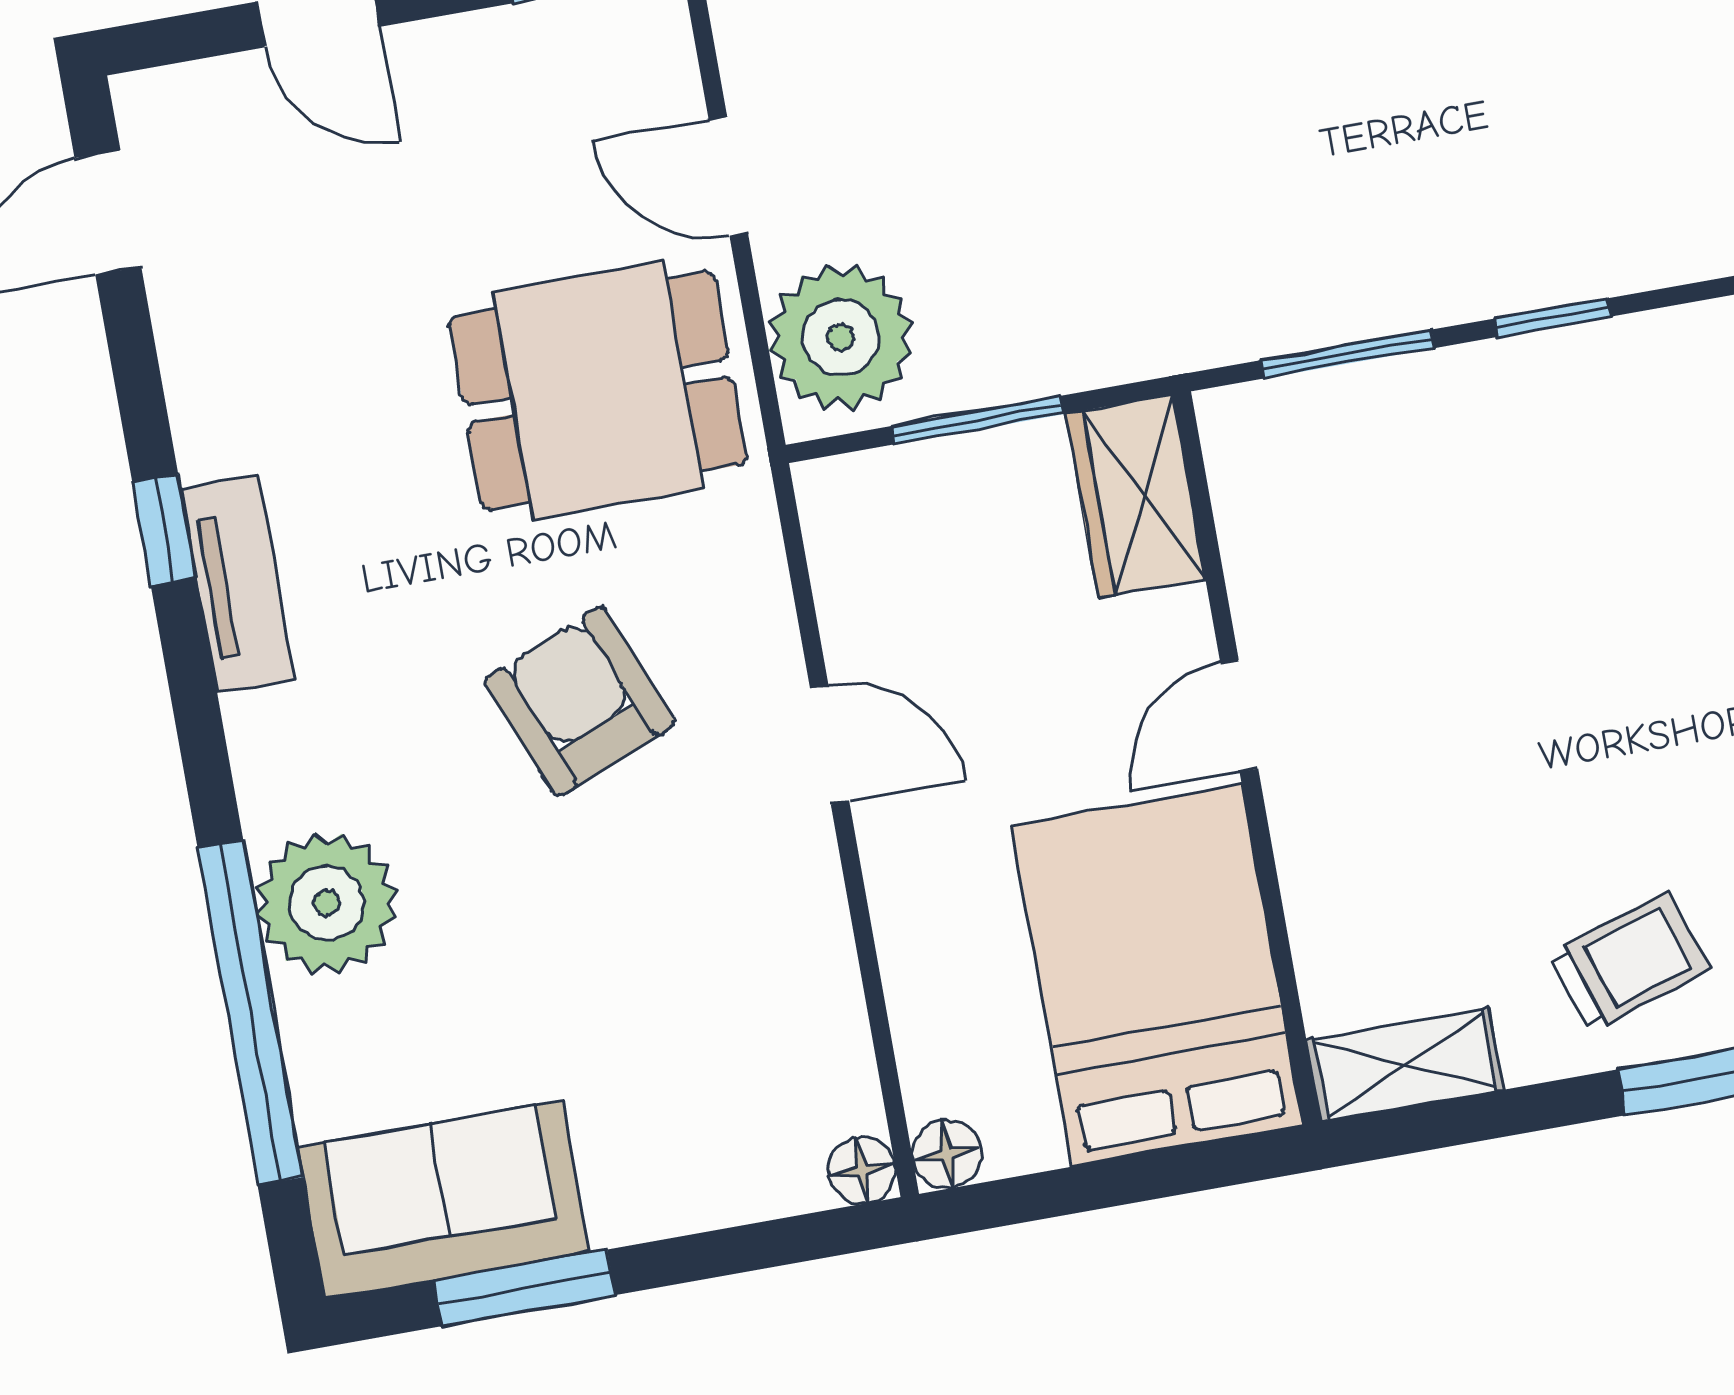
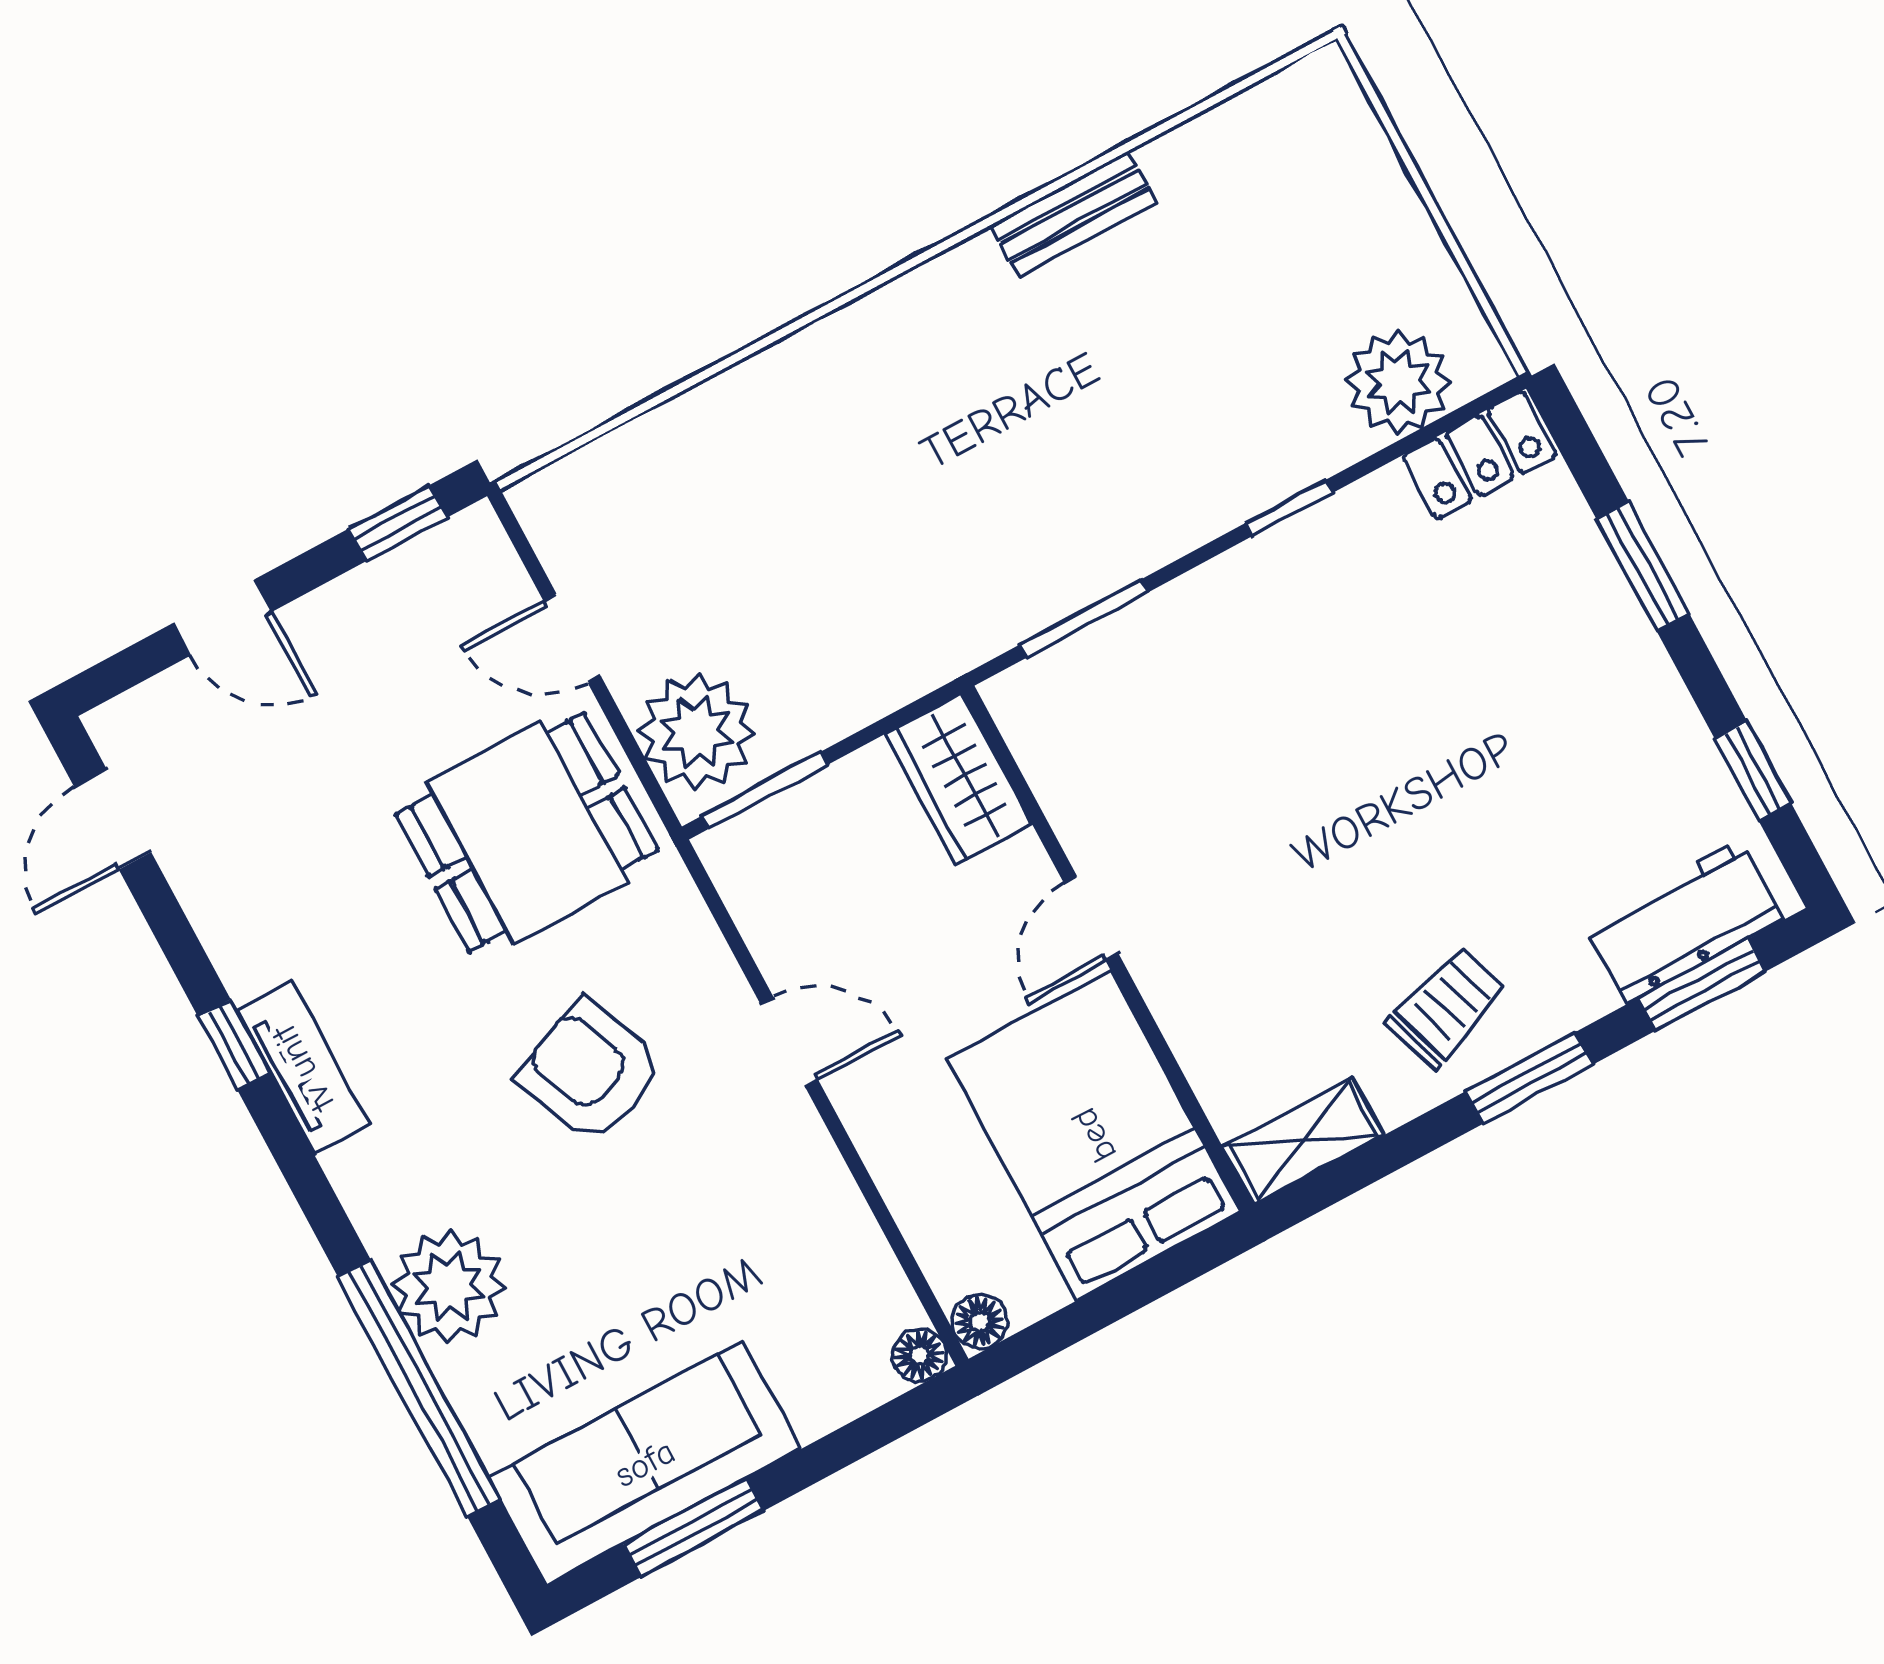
window: (1553, 317) -> (1289, 508), moved
window: (978, 420) -> (765, 790), moved
sofa: (443, 1200) -> (645, 1463), width x1.36

